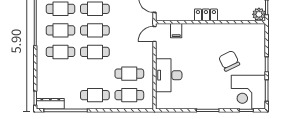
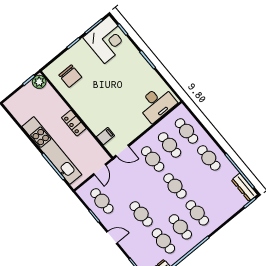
cafe table: (95, 30) -> (153, 159), moved
chair: (229, 61) -> (70, 76), moved, turned -64
desk: (169, 75) -> (157, 103), moved

